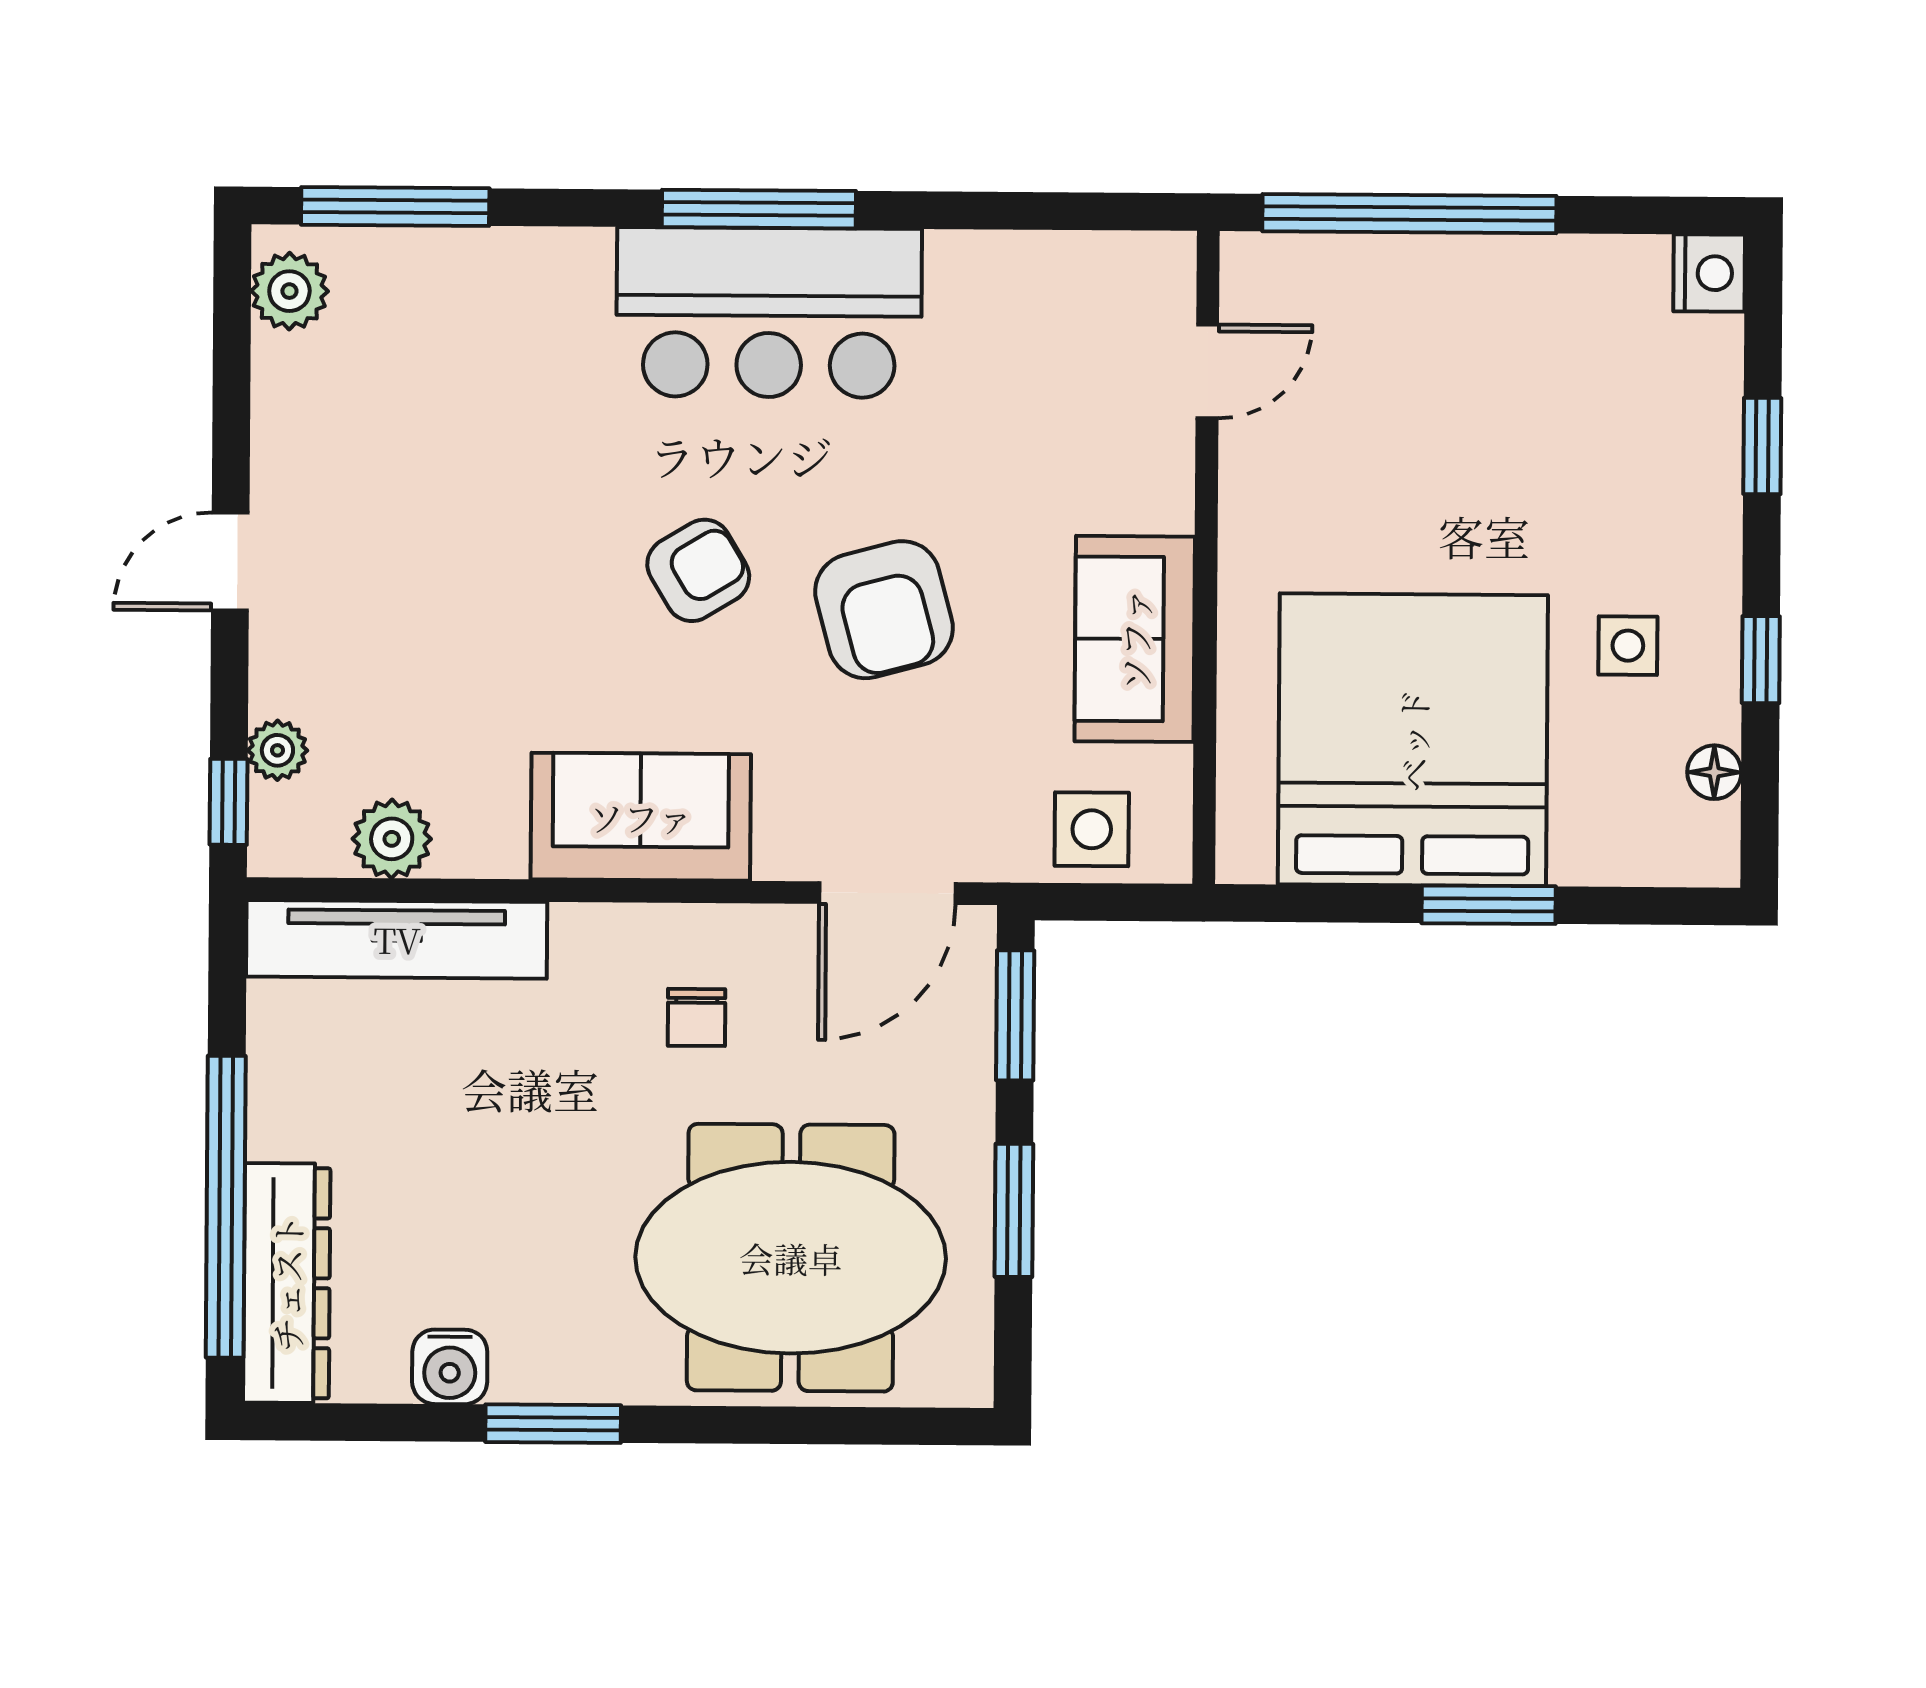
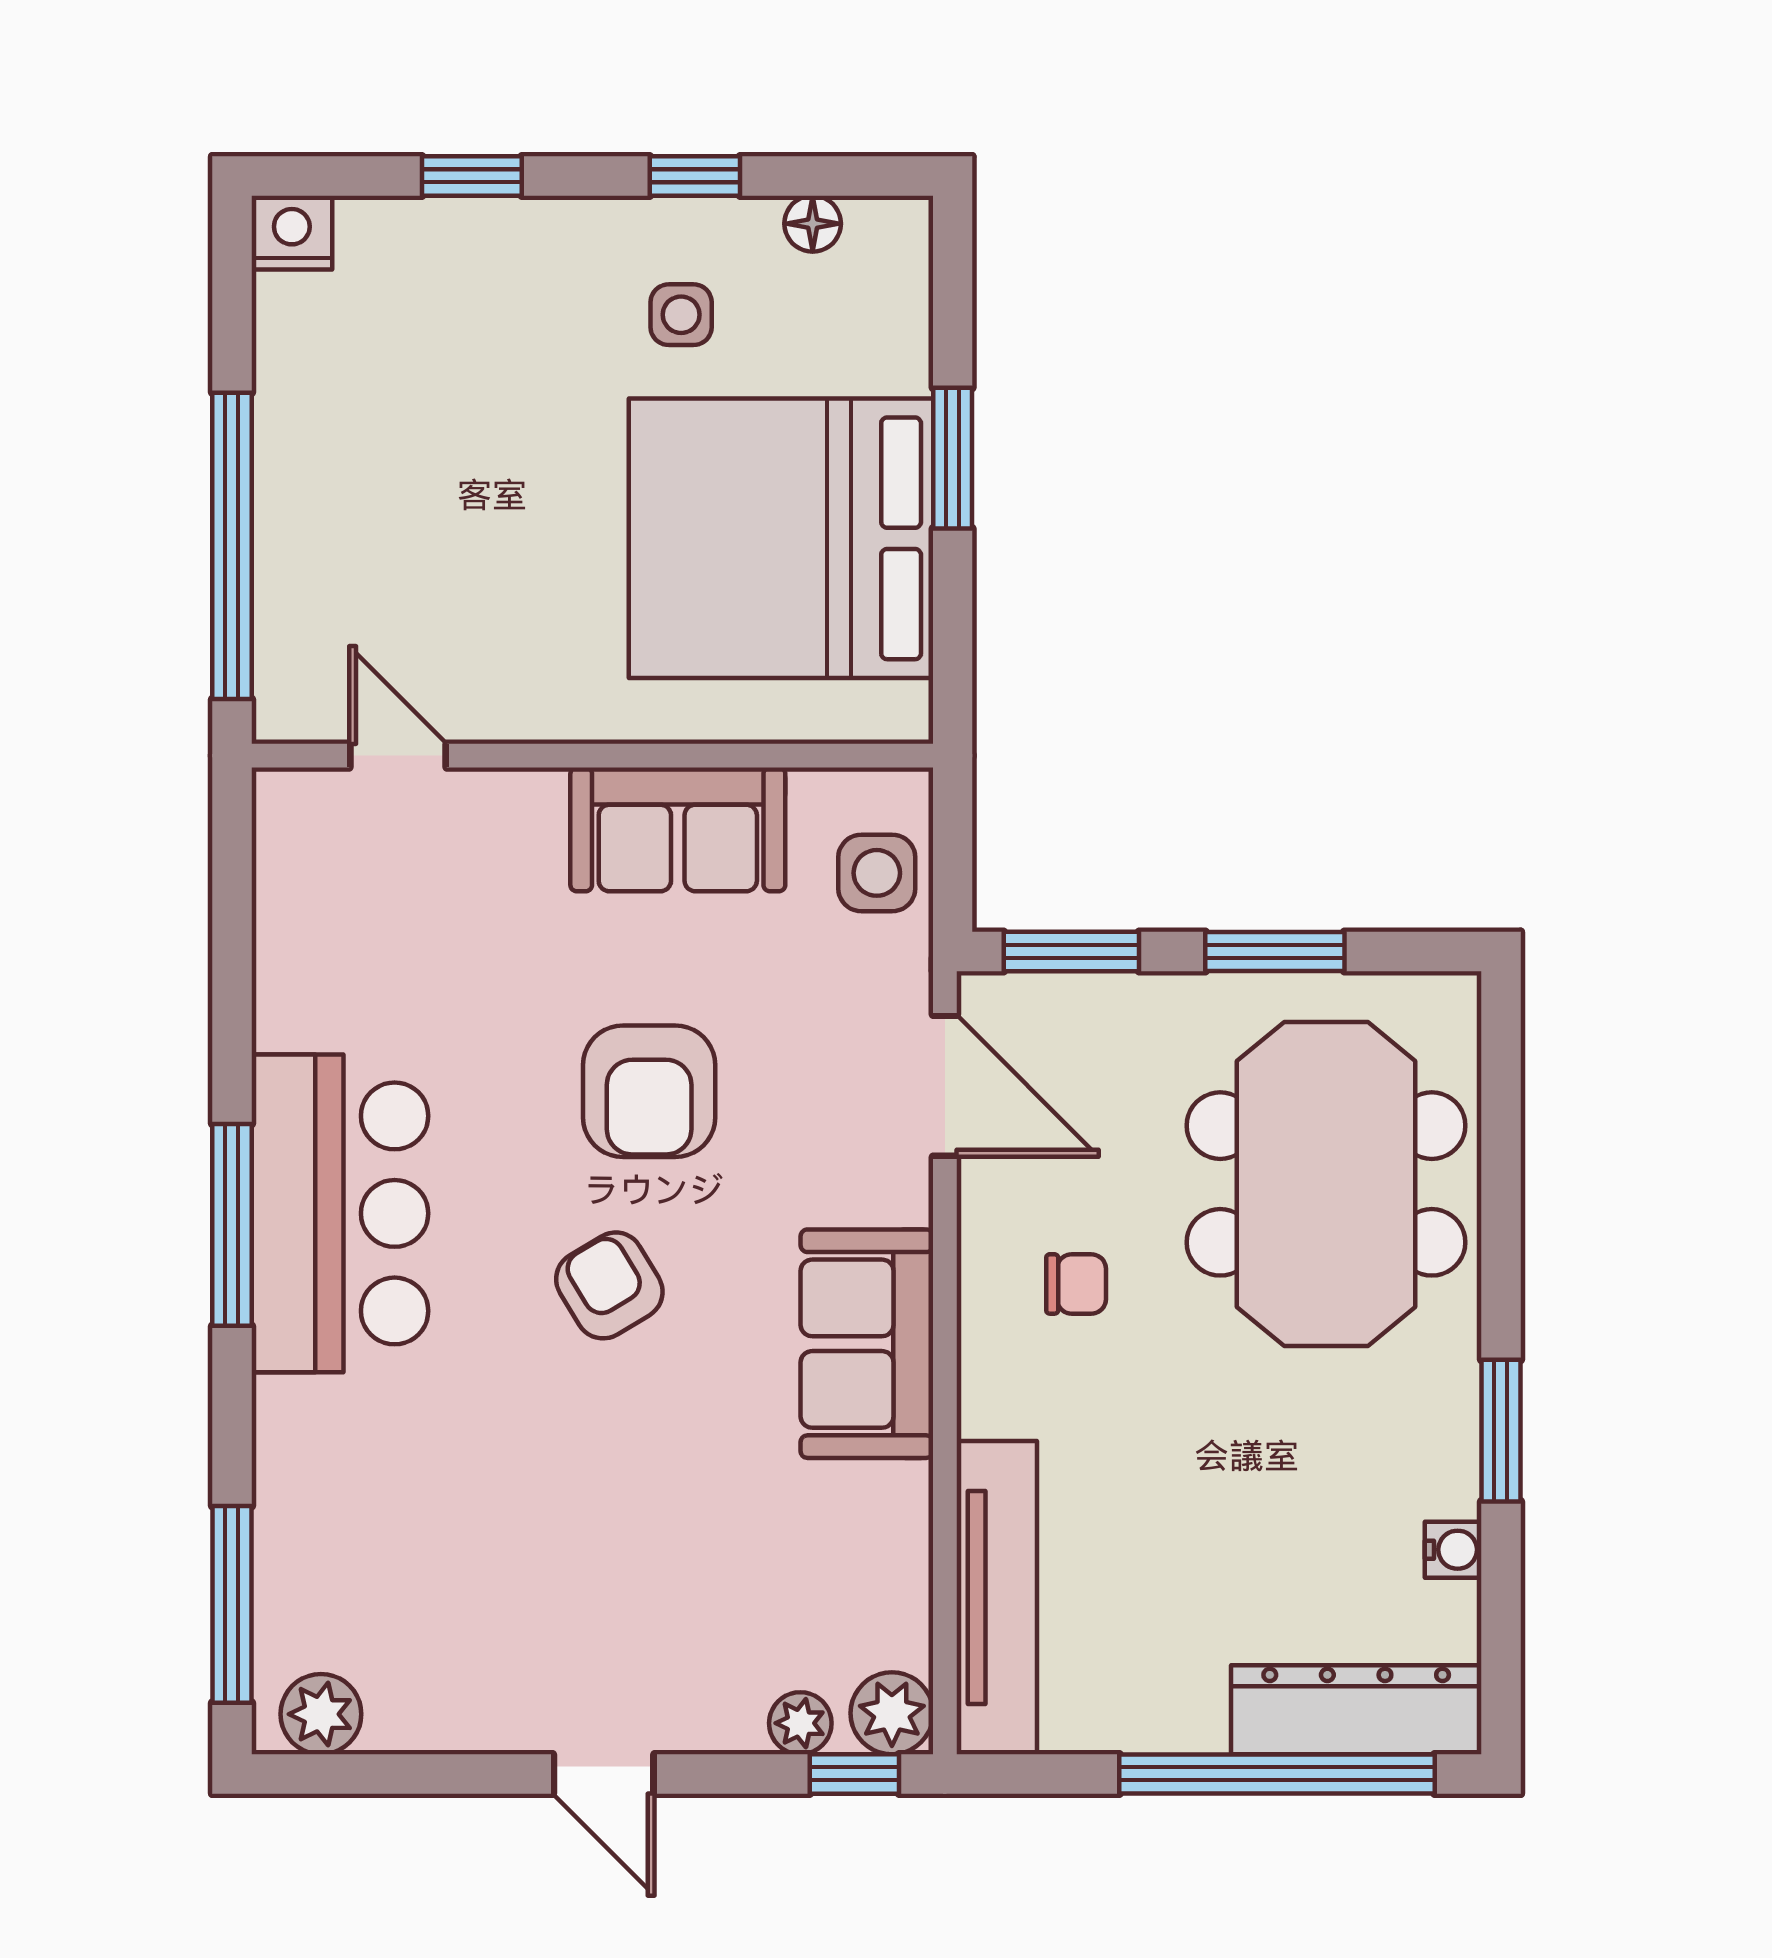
armchair: (884, 610) -> (649, 1091), turned 105
plant: (392, 839) -> (892, 1713), moved
water cooler: (450, 1367) -> (1453, 1550), width x0.72, depth x0.72

